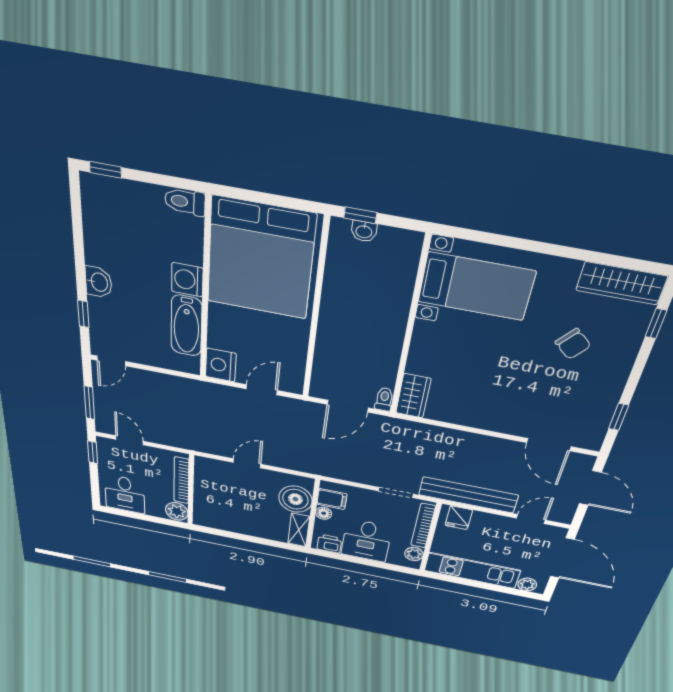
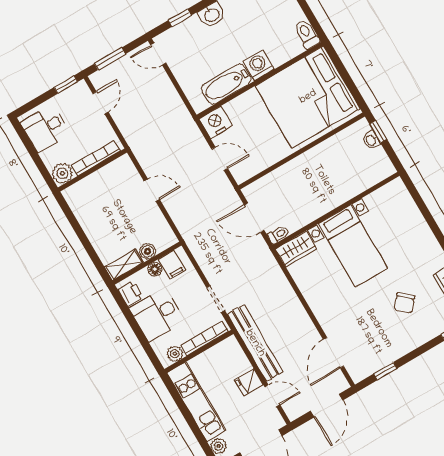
bed with nightstands: (476, 287) -> (353, 246), moved
boiler: (295, 499) -> (148, 251), width x0.54, depth x0.54
fridge: (459, 518) -> (249, 382), moved

